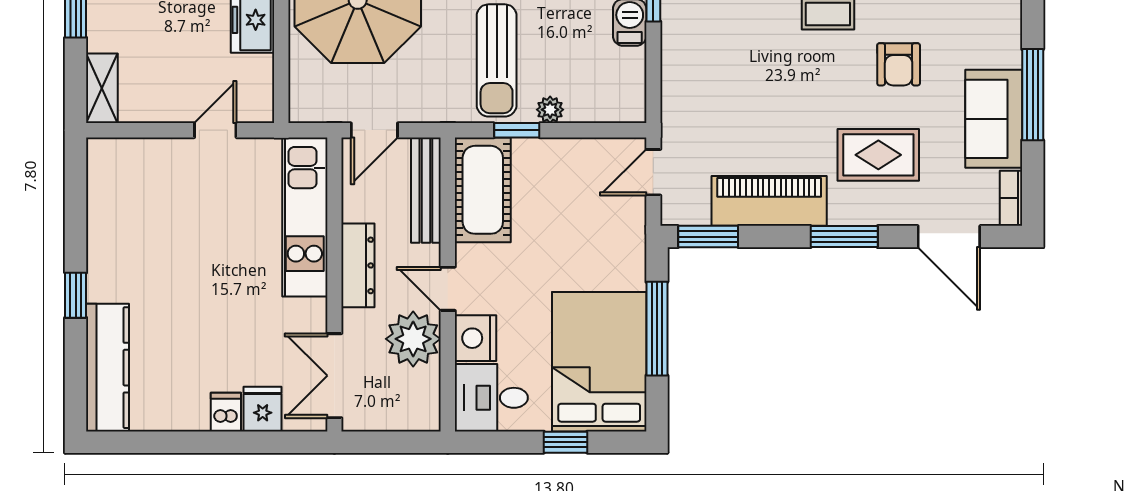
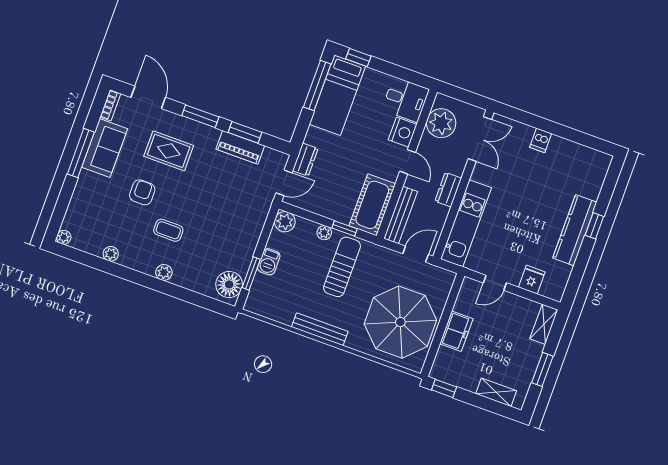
plant: (627, 104) -> (285, 222), added
piano: (769, 201) -> (240, 147), width x0.73, depth x0.75
dresser: (631, 227) -> (305, 160), added
window: (708, 237) -> (245, 132), moved
dresser: (358, 265) -> (448, 190), width x0.70
window: (657, 329) -> (317, 86), moved
plant: (413, 339) -> (441, 123), moved
bed: (599, 362) -> (337, 95), width x0.67
kitchen counter: (108, 368) -> (575, 230), moved
fridge: (263, 409) -> (532, 280), moved, turned 180
window: (565, 442) -> (358, 57), moved

